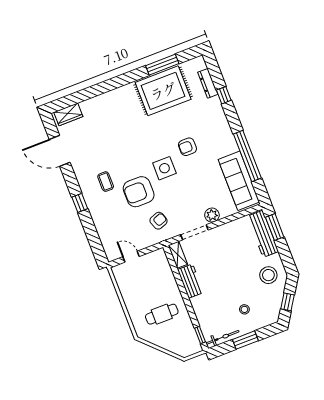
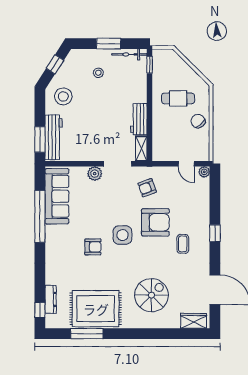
window: (224, 95) -> (40, 310), moved
spiral stairs: (116, 123) -> (151, 295), added
plant: (111, 256) -> (204, 172), added
chair: (135, 300) -> (198, 121), added

